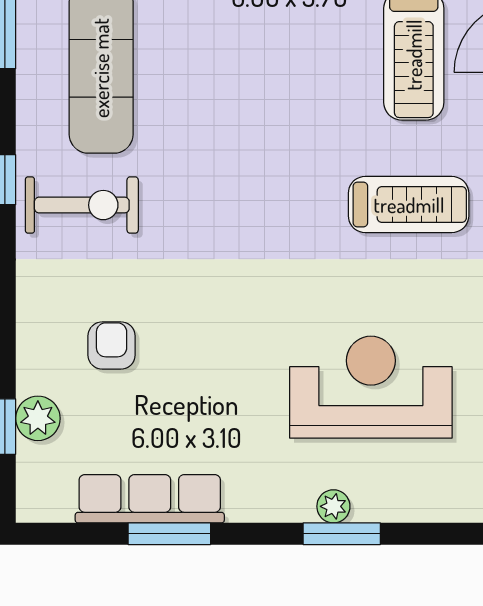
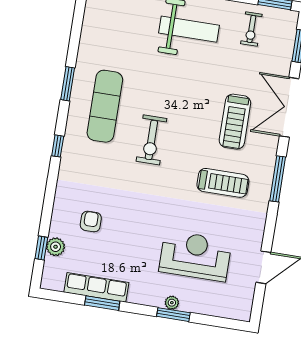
exercise bike: (82, 205) -> (151, 140), moved, turned 90

